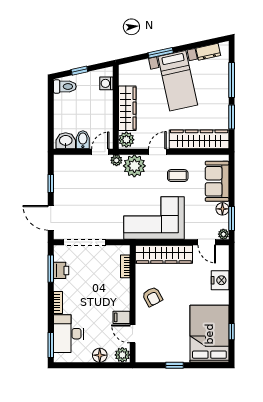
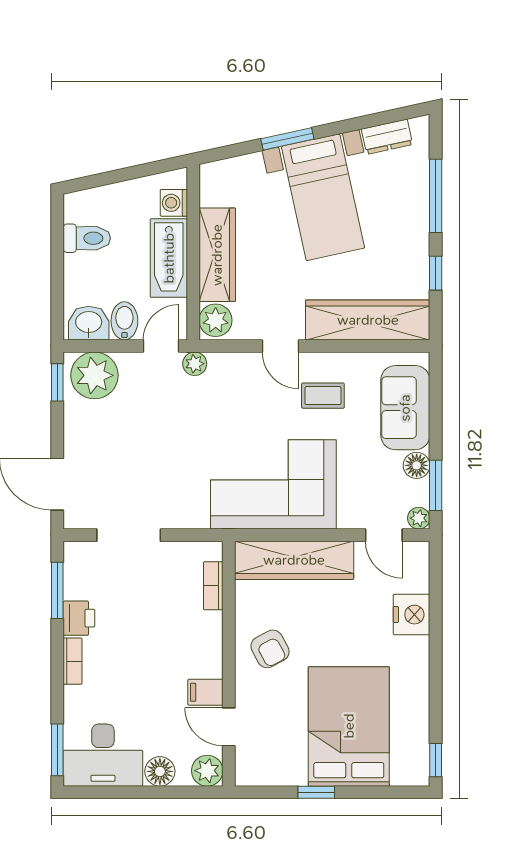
window: (79, 71) -> (117, 176), removed
toilet: (65, 87) -> (87, 238), moved
bathtub: (104, 110) -> (169, 258), added
window: (232, 117) -> (436, 273), width x0.67
door: (157, 152) -> (281, 346), swing flipped
plant: (134, 166) -> (94, 375), moved
window: (51, 183) -> (57, 382), moved
doorway: (85, 242) -> (129, 535), width x0.73
printer: (61, 270) -> (79, 618), moved
window: (232, 332) -> (436, 760), moved
desk: (68, 334) -> (103, 755), moved, turned -90
bed: (209, 334) -> (349, 726), moved

